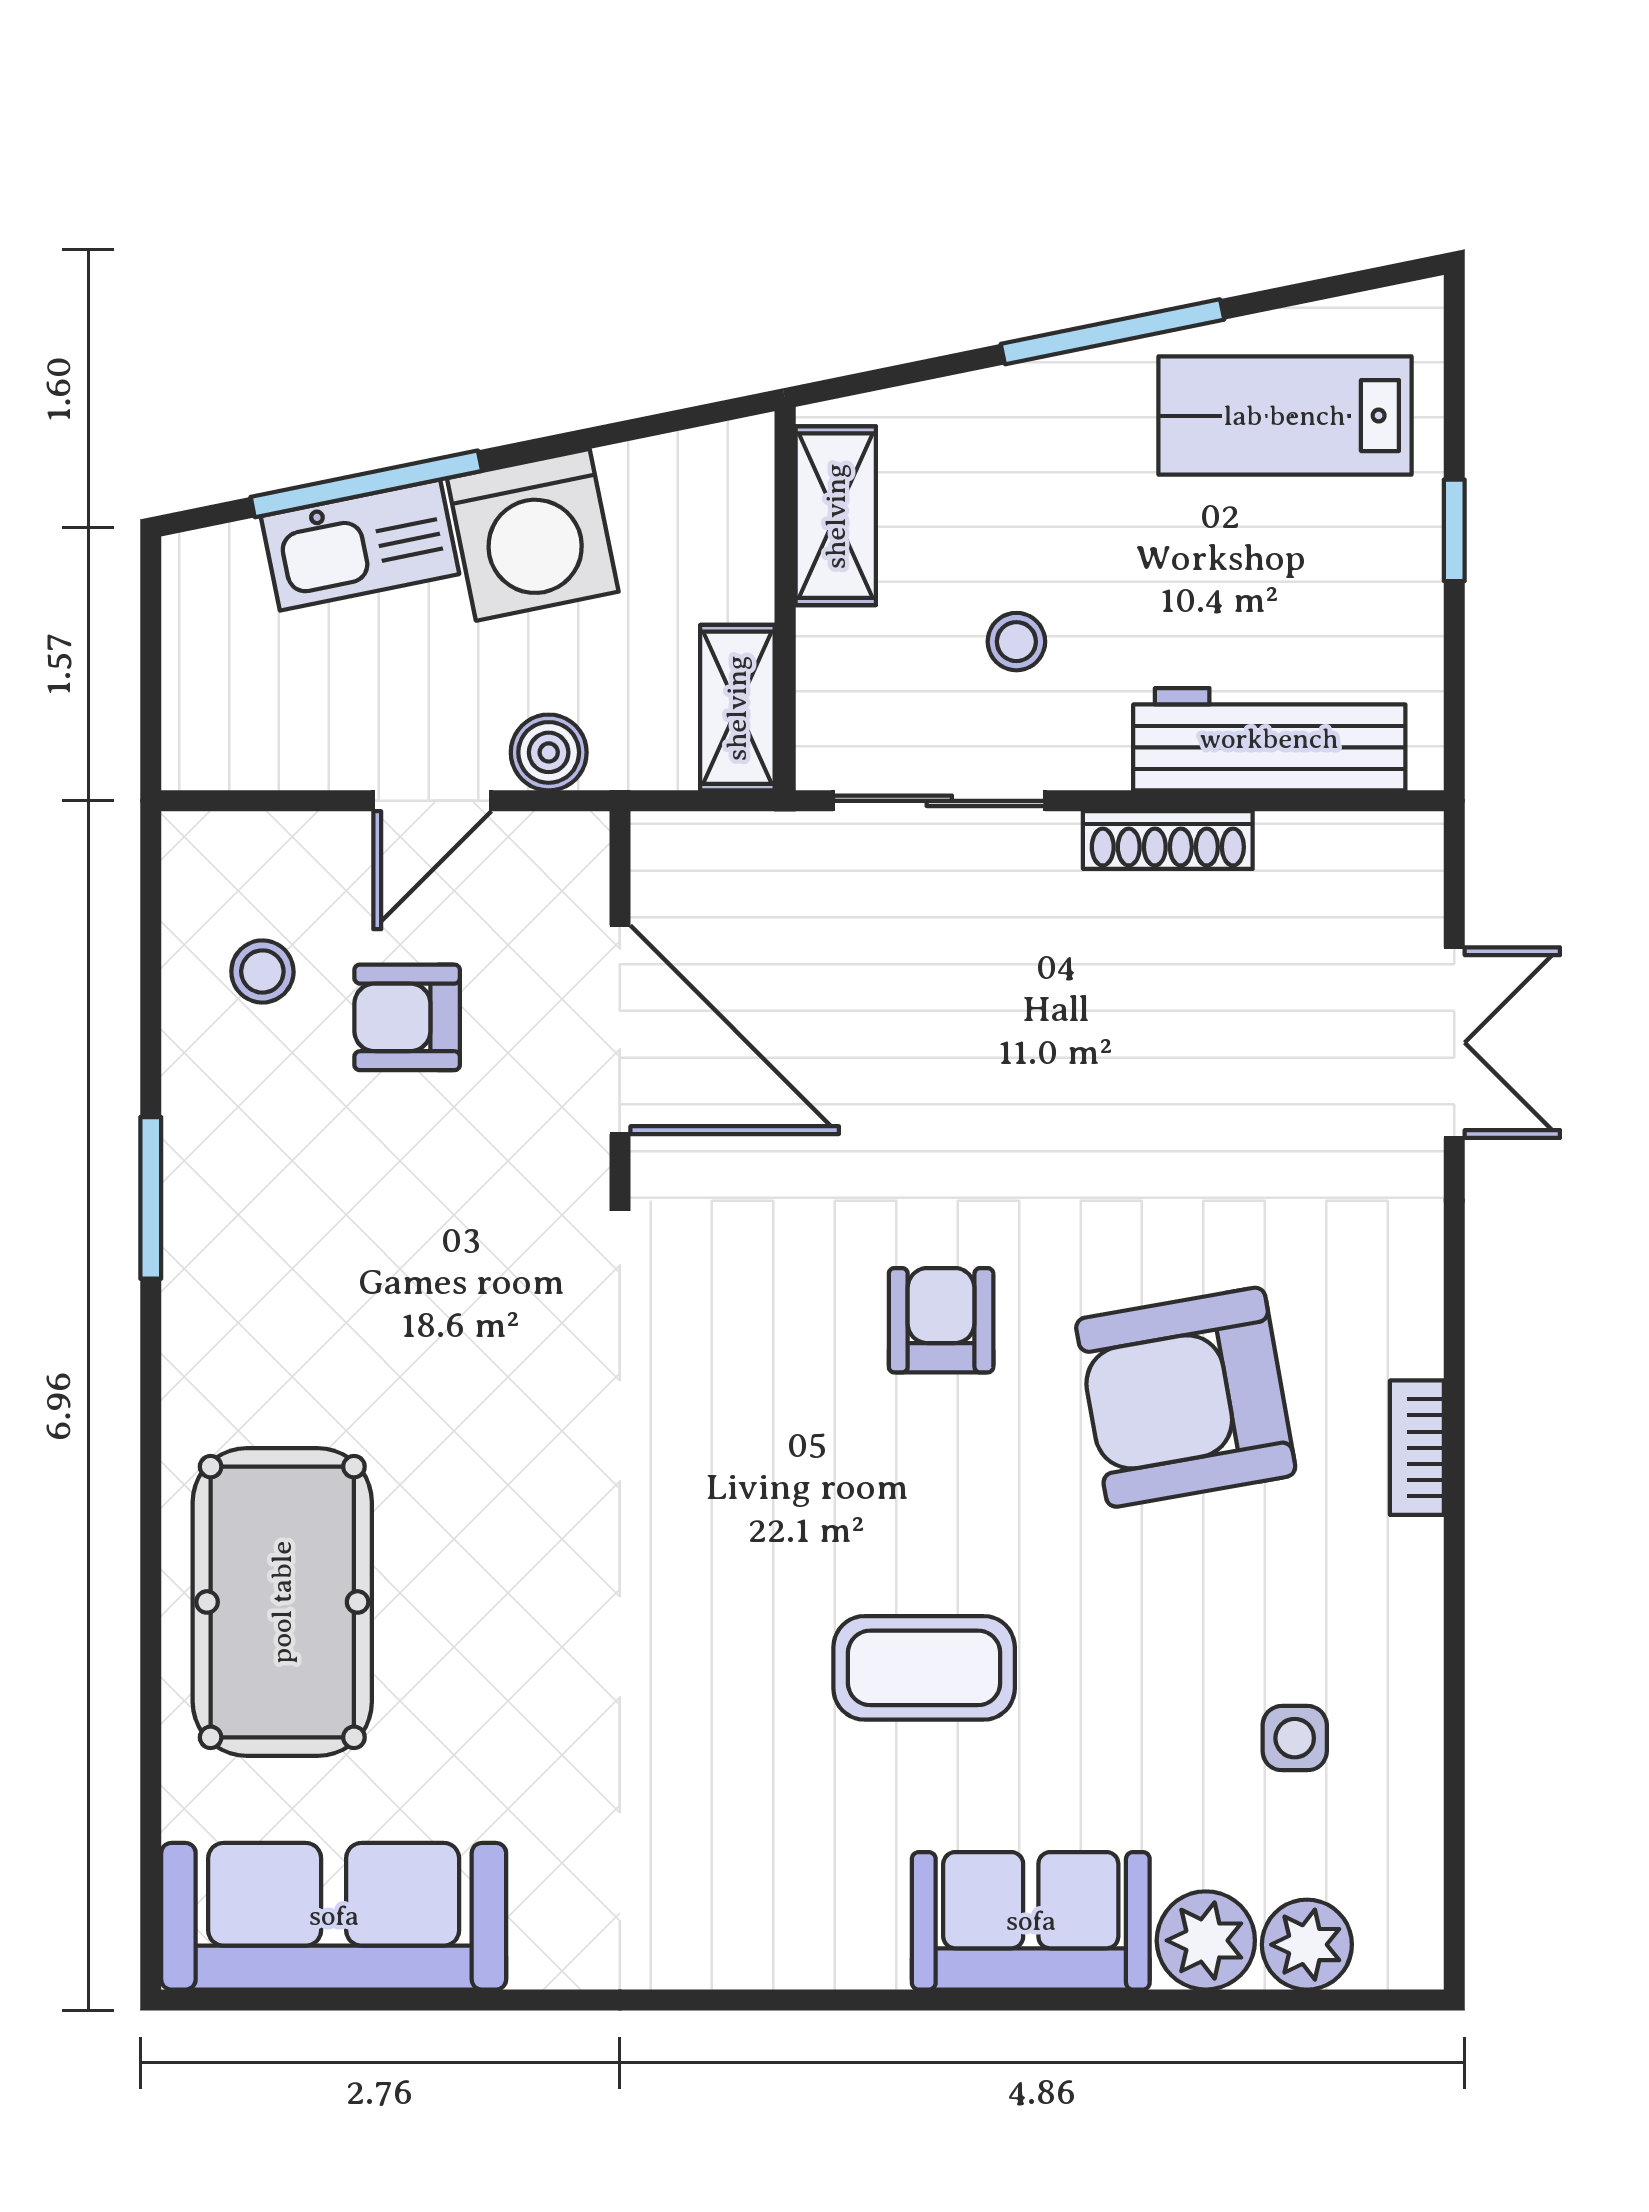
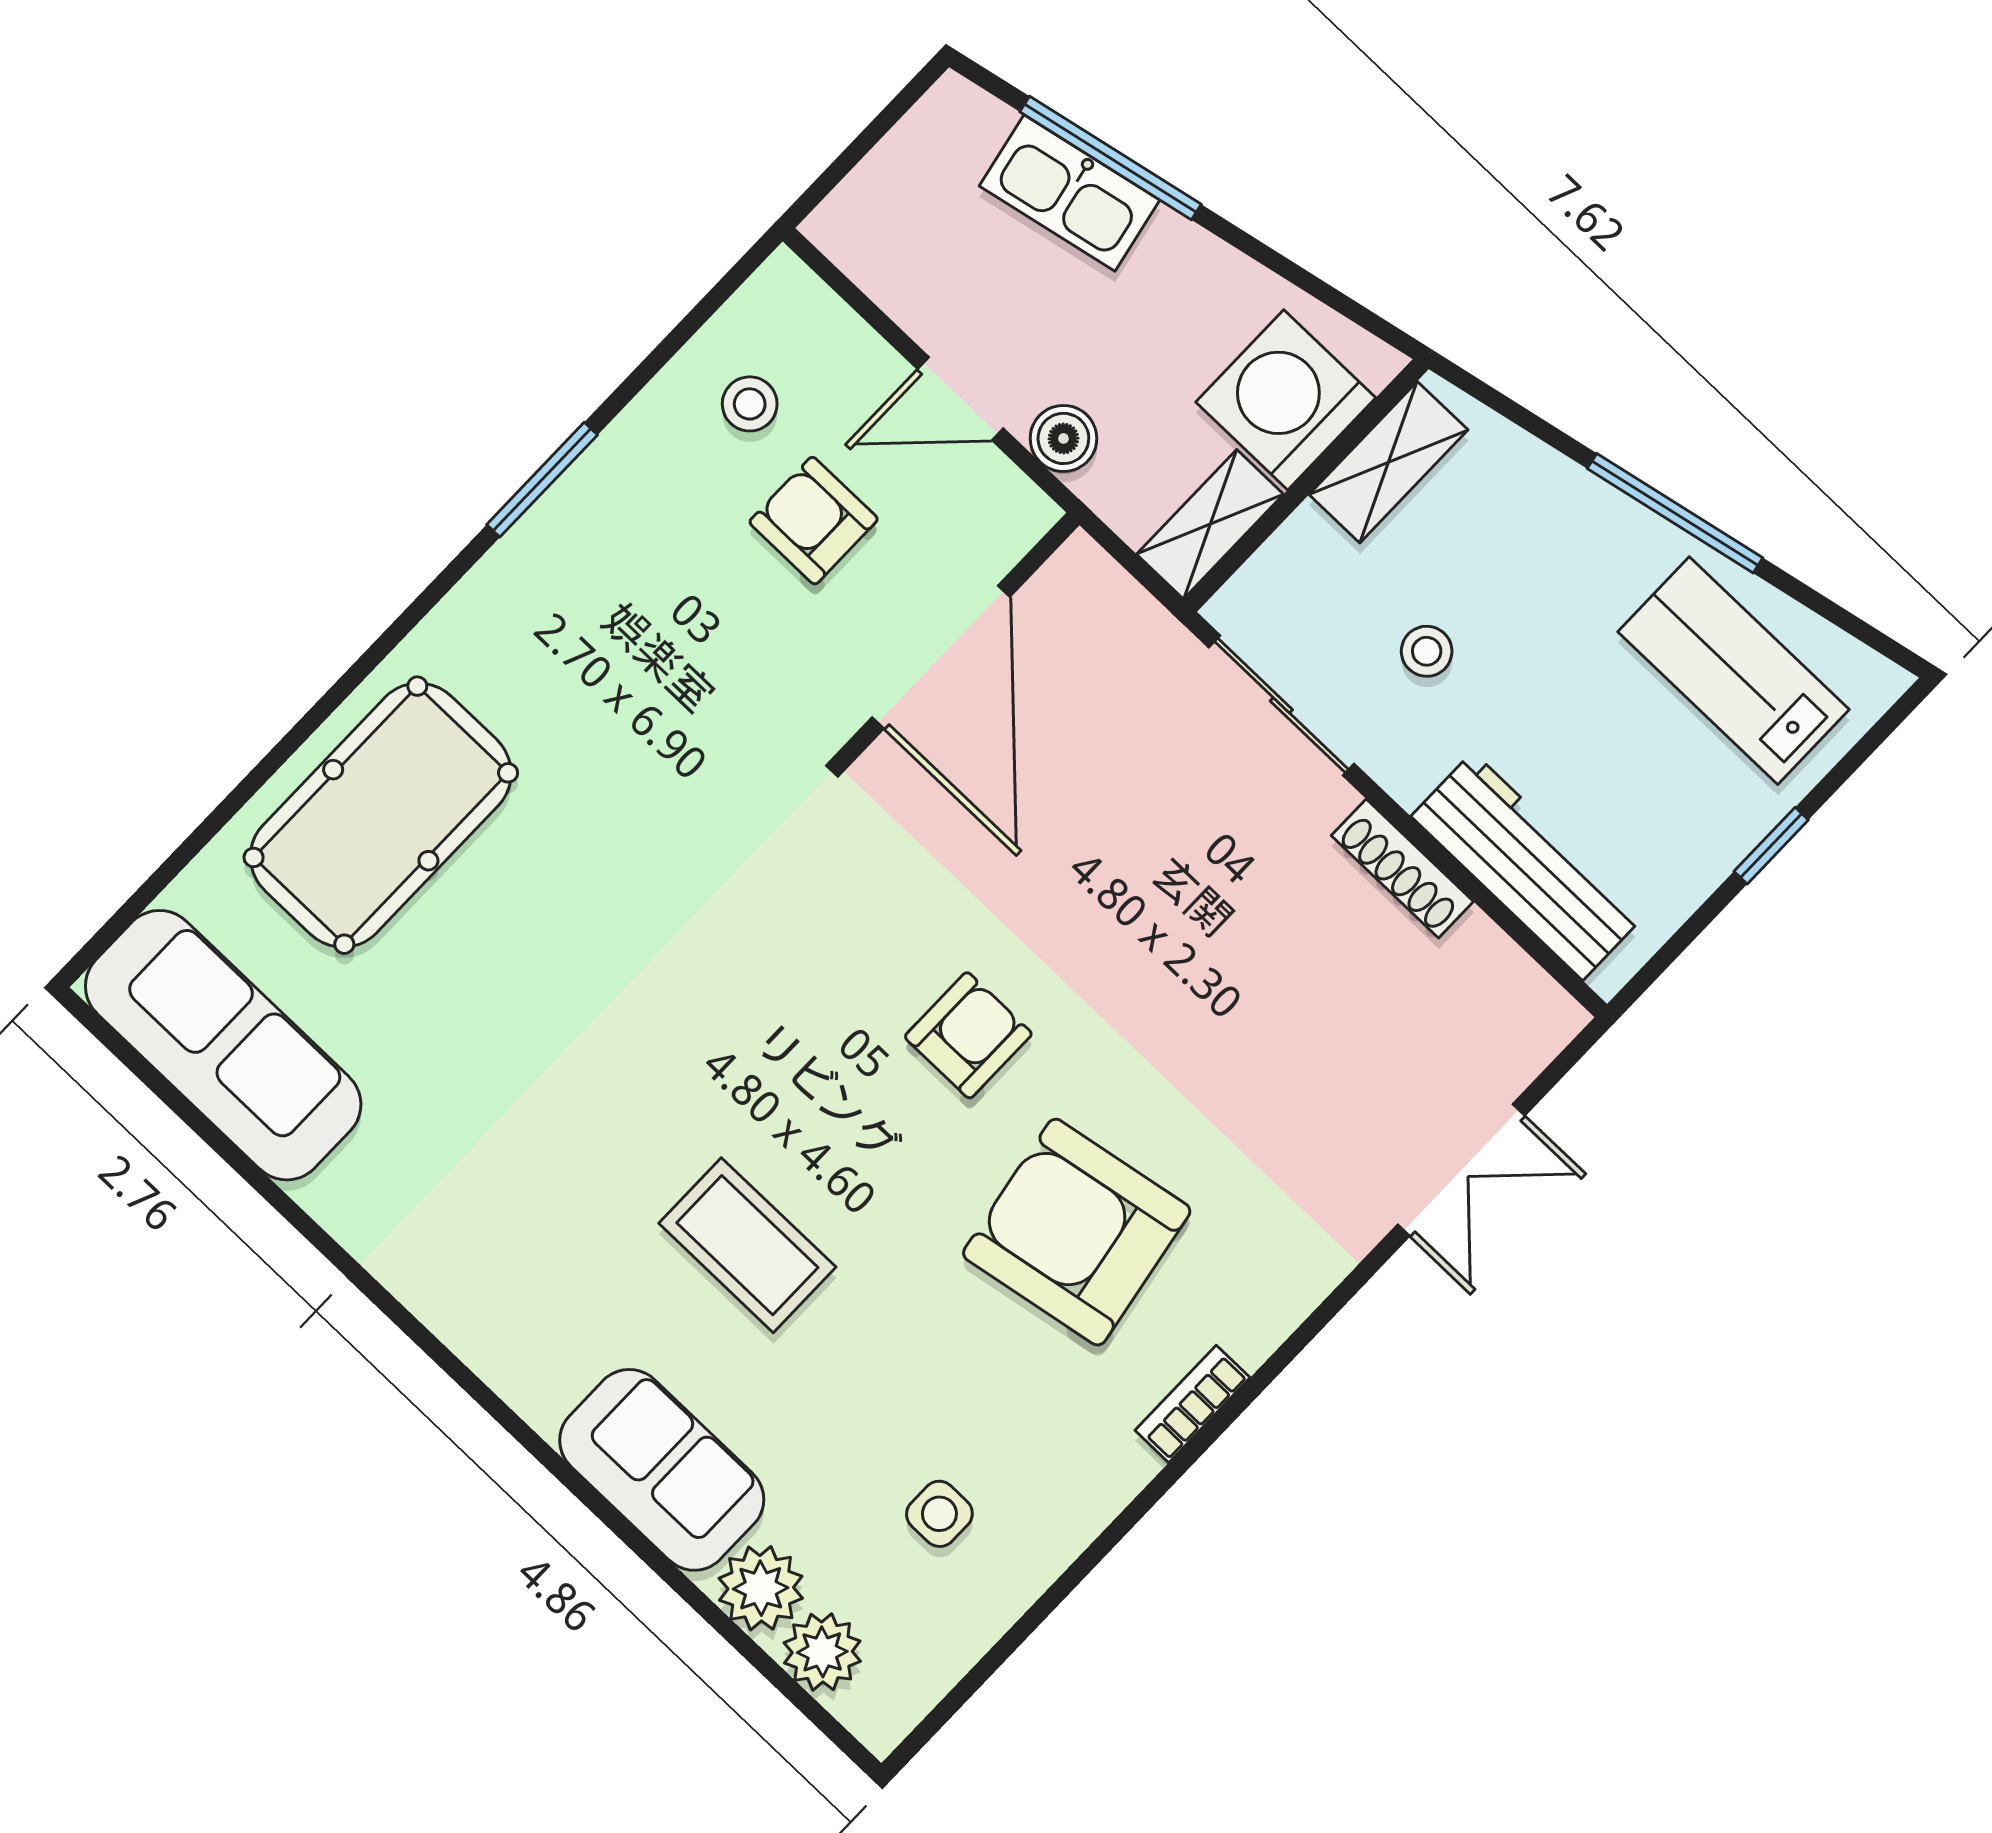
washing machine: (533, 535) -> (1286, 400), moved, turned 102

